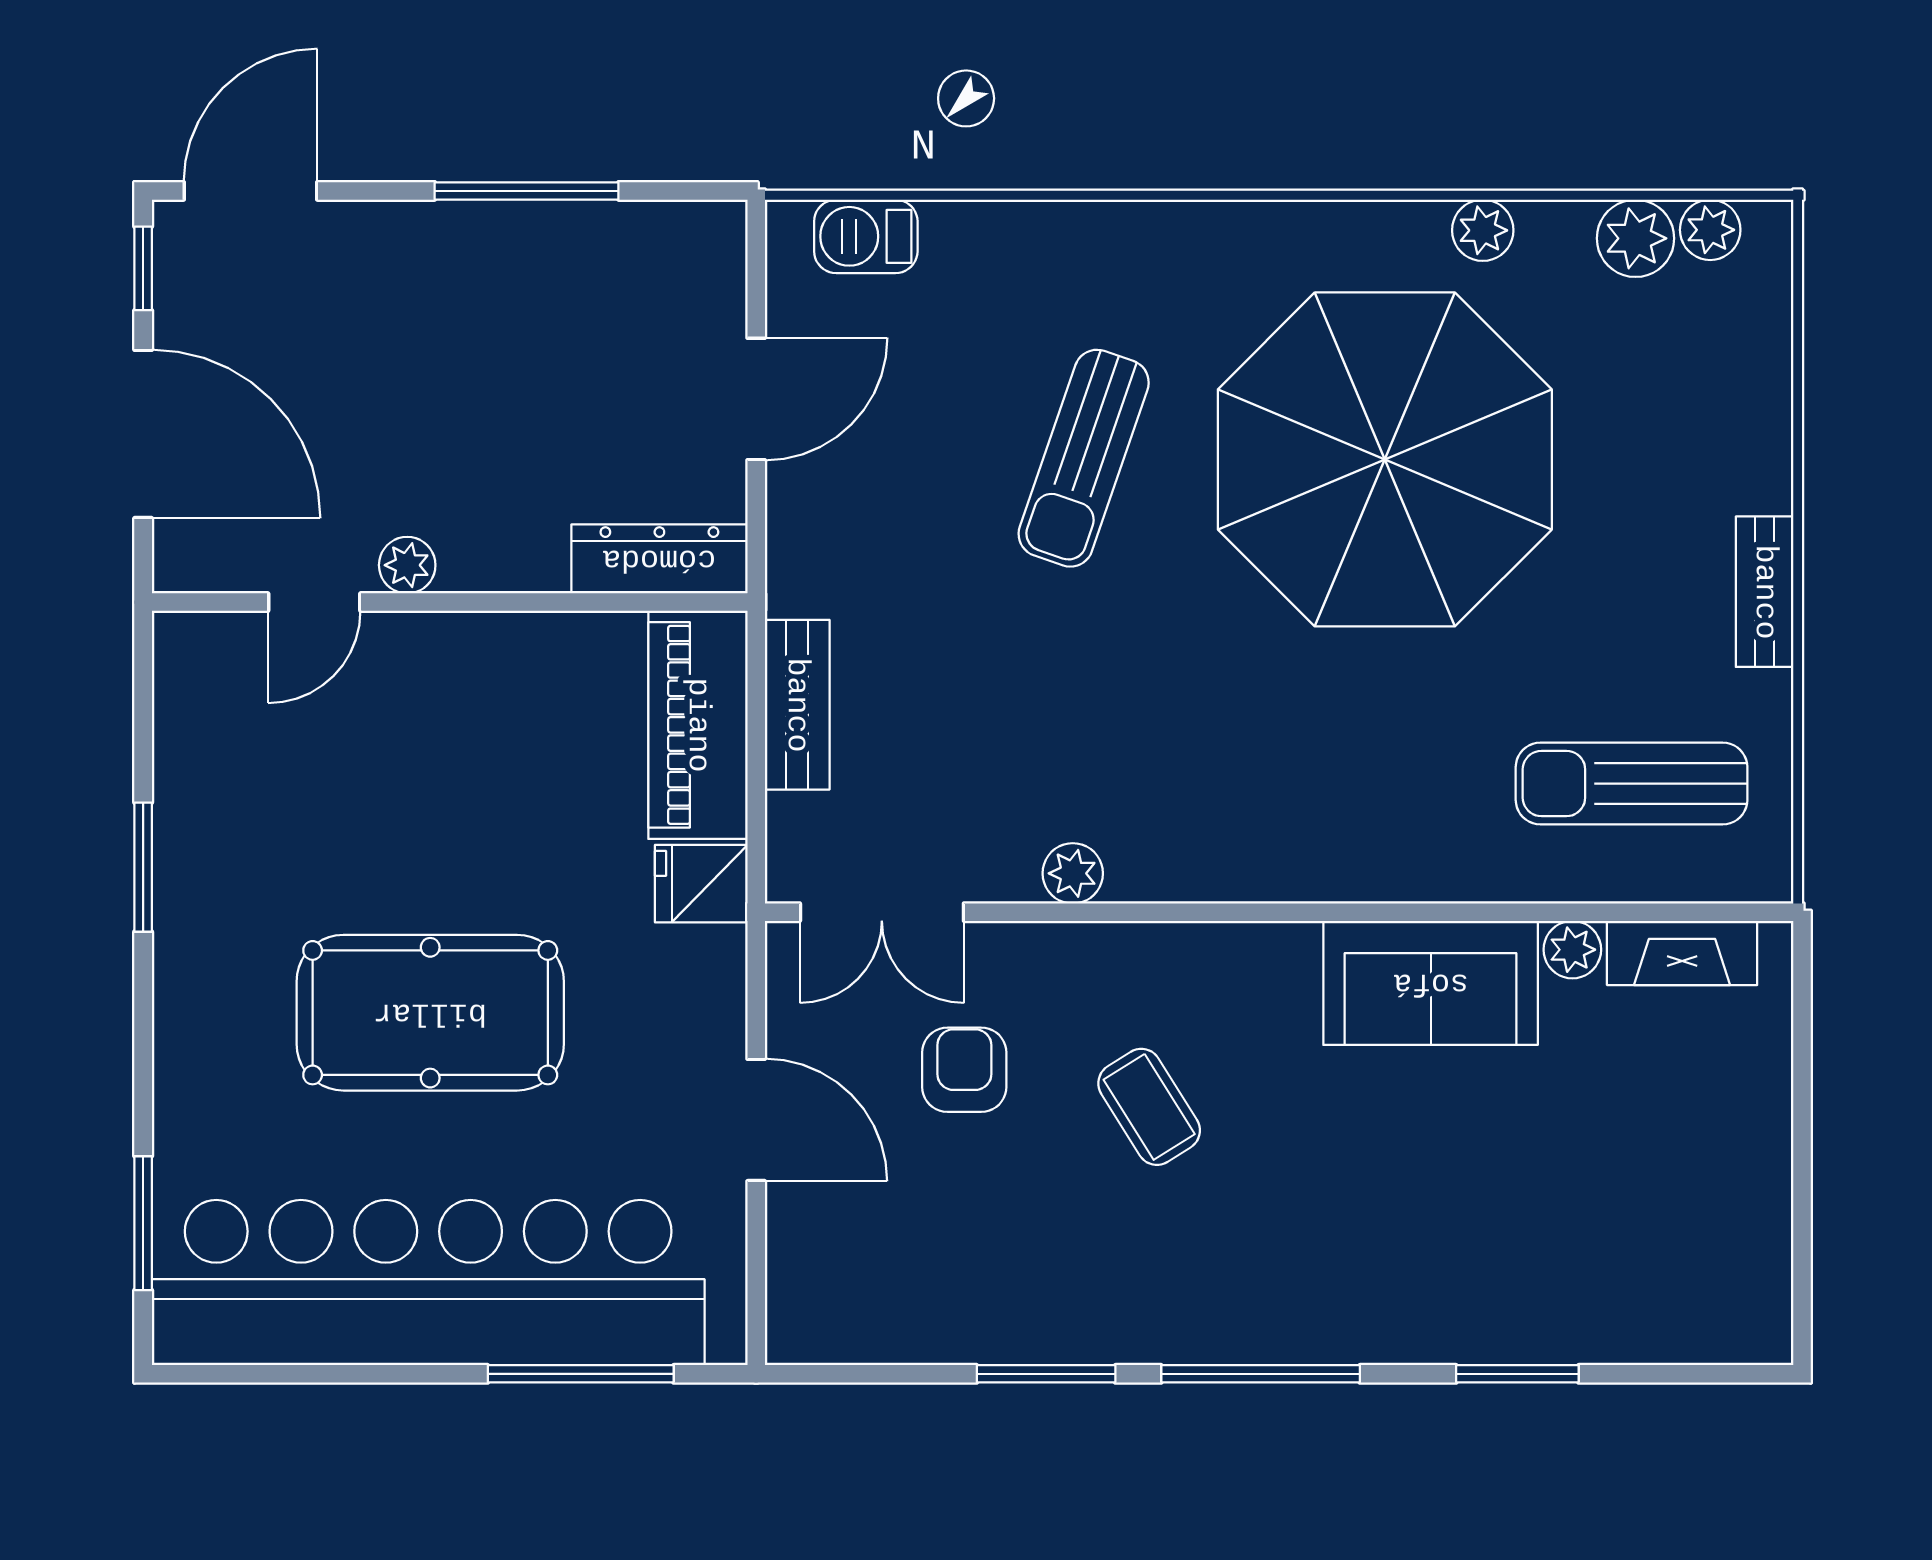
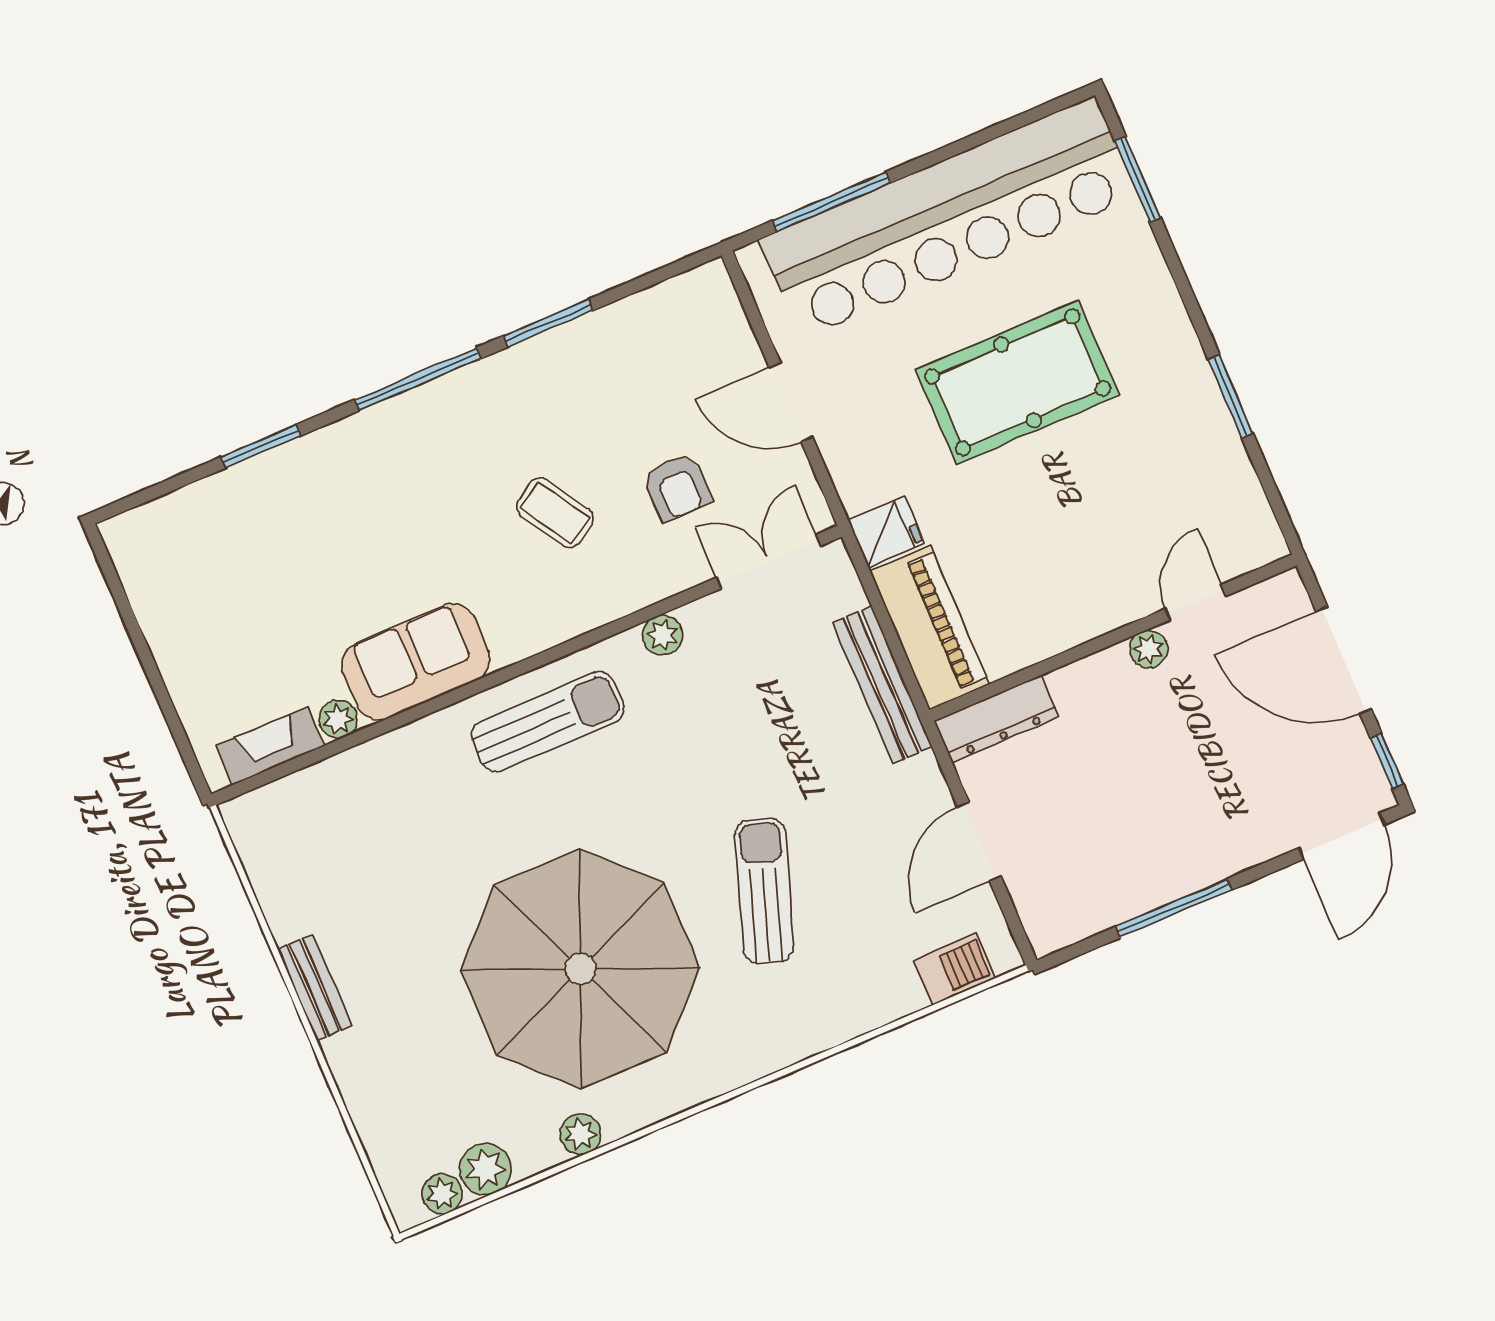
bench: (797, 705) -> (882, 685), width x1.36
sun lounger: (1632, 784) -> (548, 722), moved

